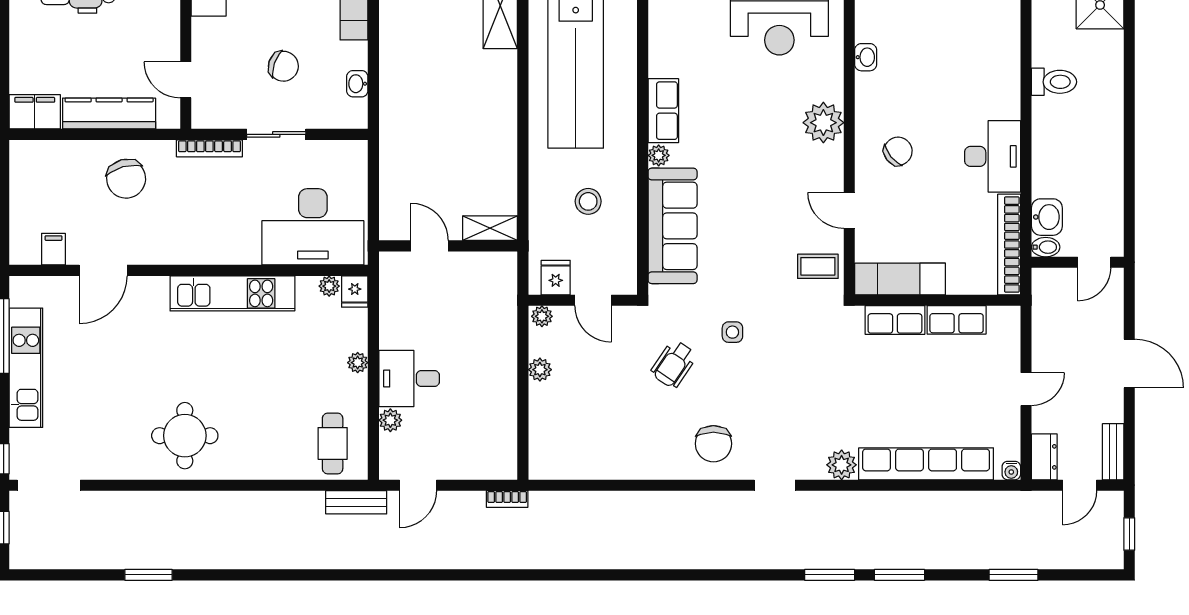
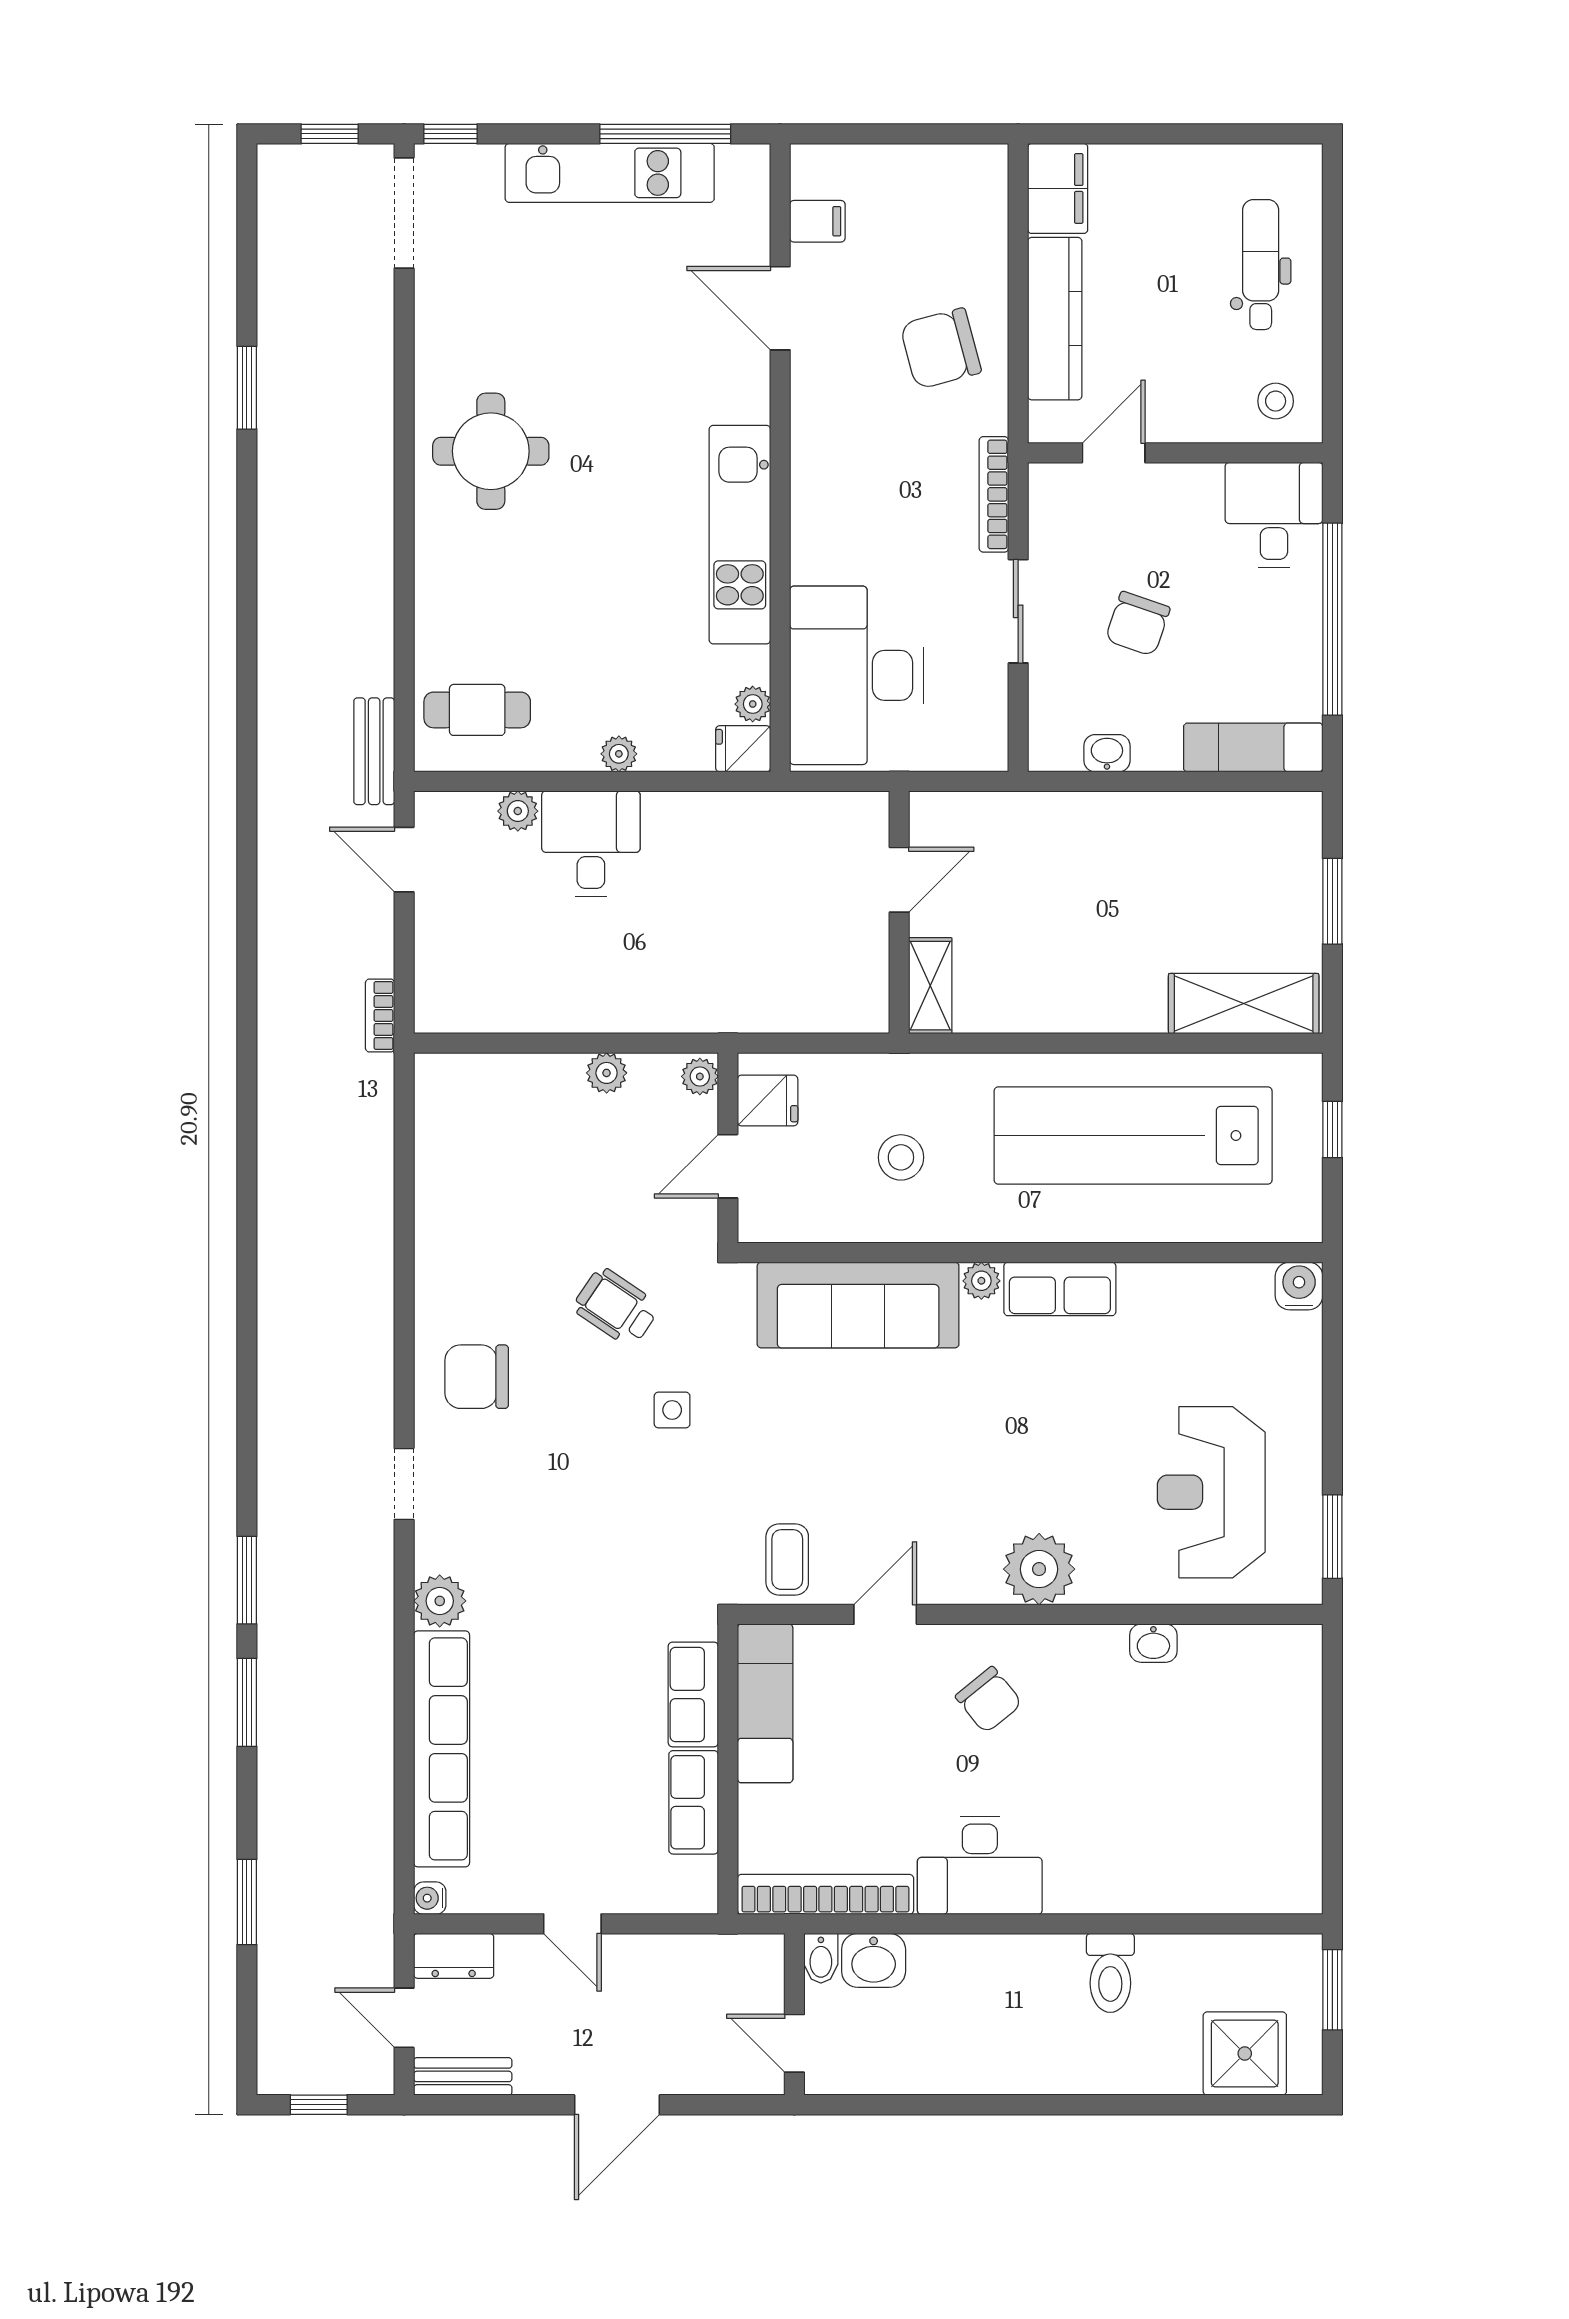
shelving: (490, 228) -> (930, 986), moved
door: (430, 246) -> (899, 880), moved
wall: (448, 246) -> (899, 912), moved

